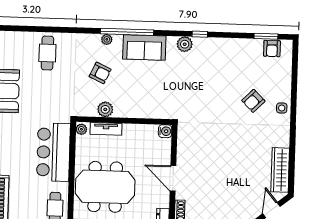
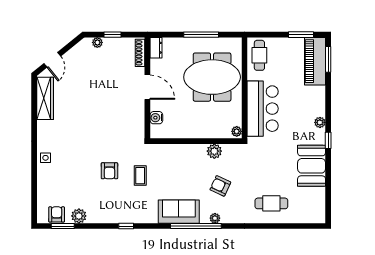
plant: (185, 44) -> (79, 216), moved
cafe table: (47, 53) -> (271, 203), turned 90
coffee table: (183, 86) -> (140, 176), added
armchair: (253, 101) -> (109, 171), moved, turned 135
tv unit: (106, 129) -> (213, 133), removed
water cooler: (165, 131) -> (156, 118), moved

